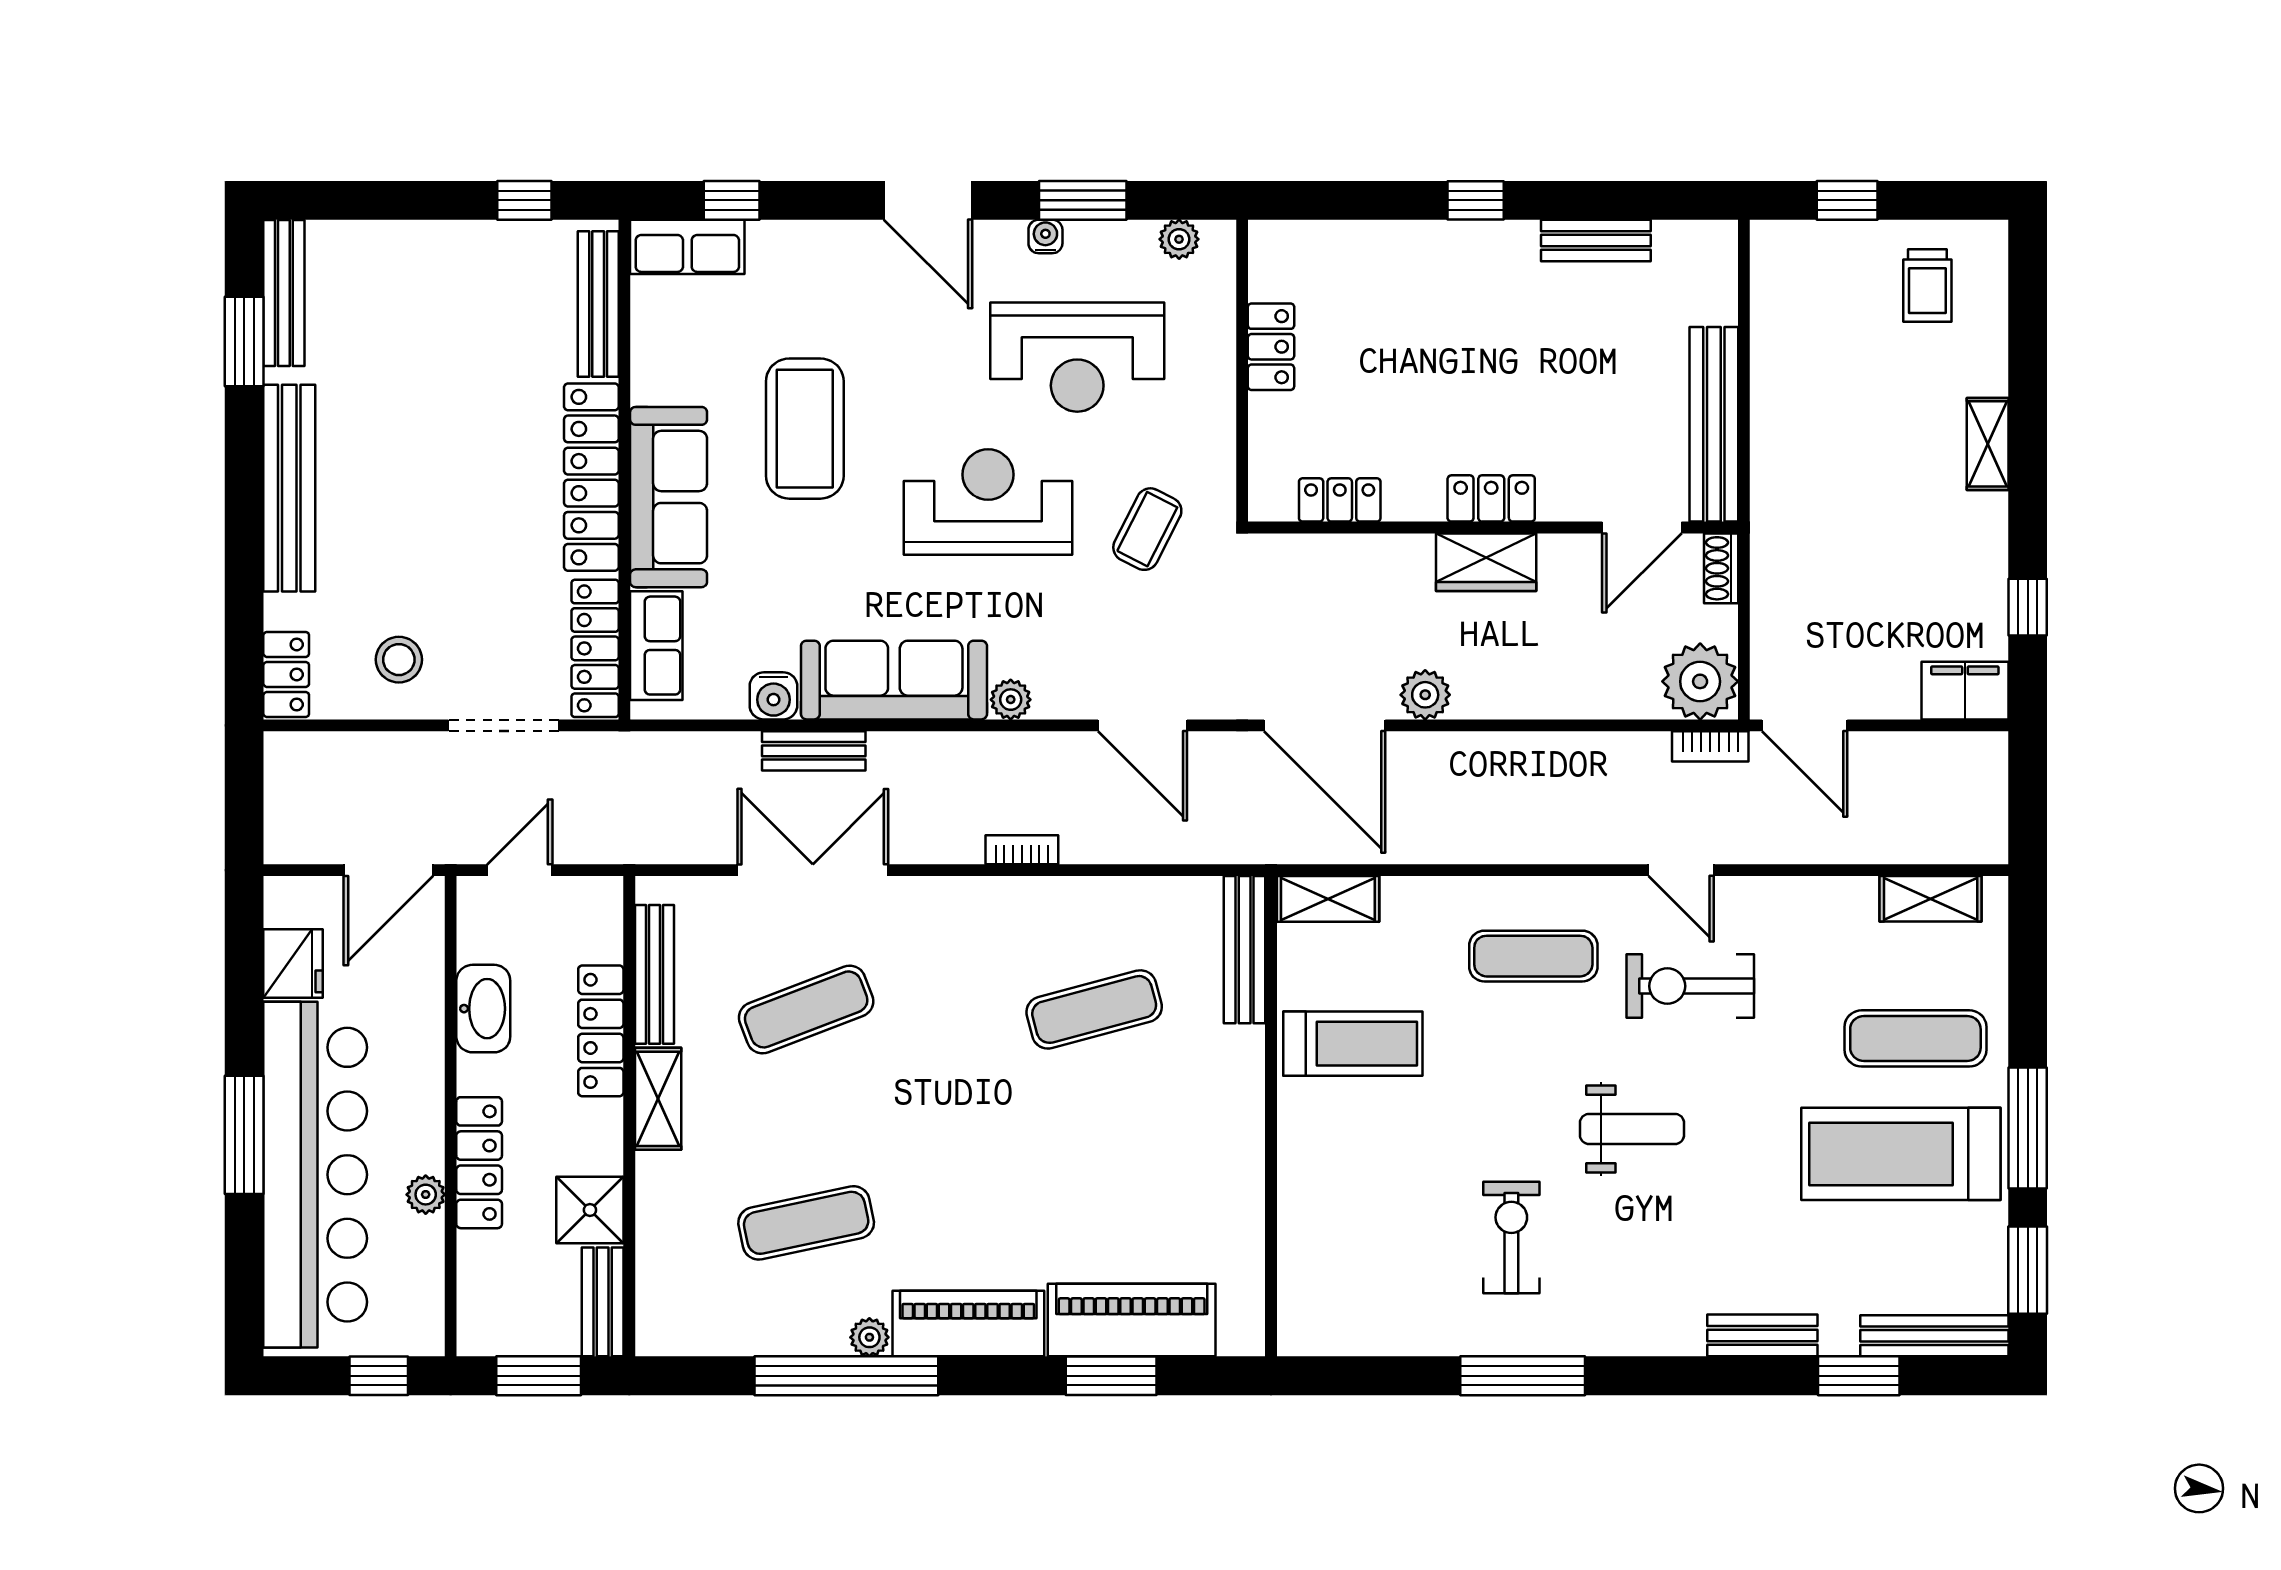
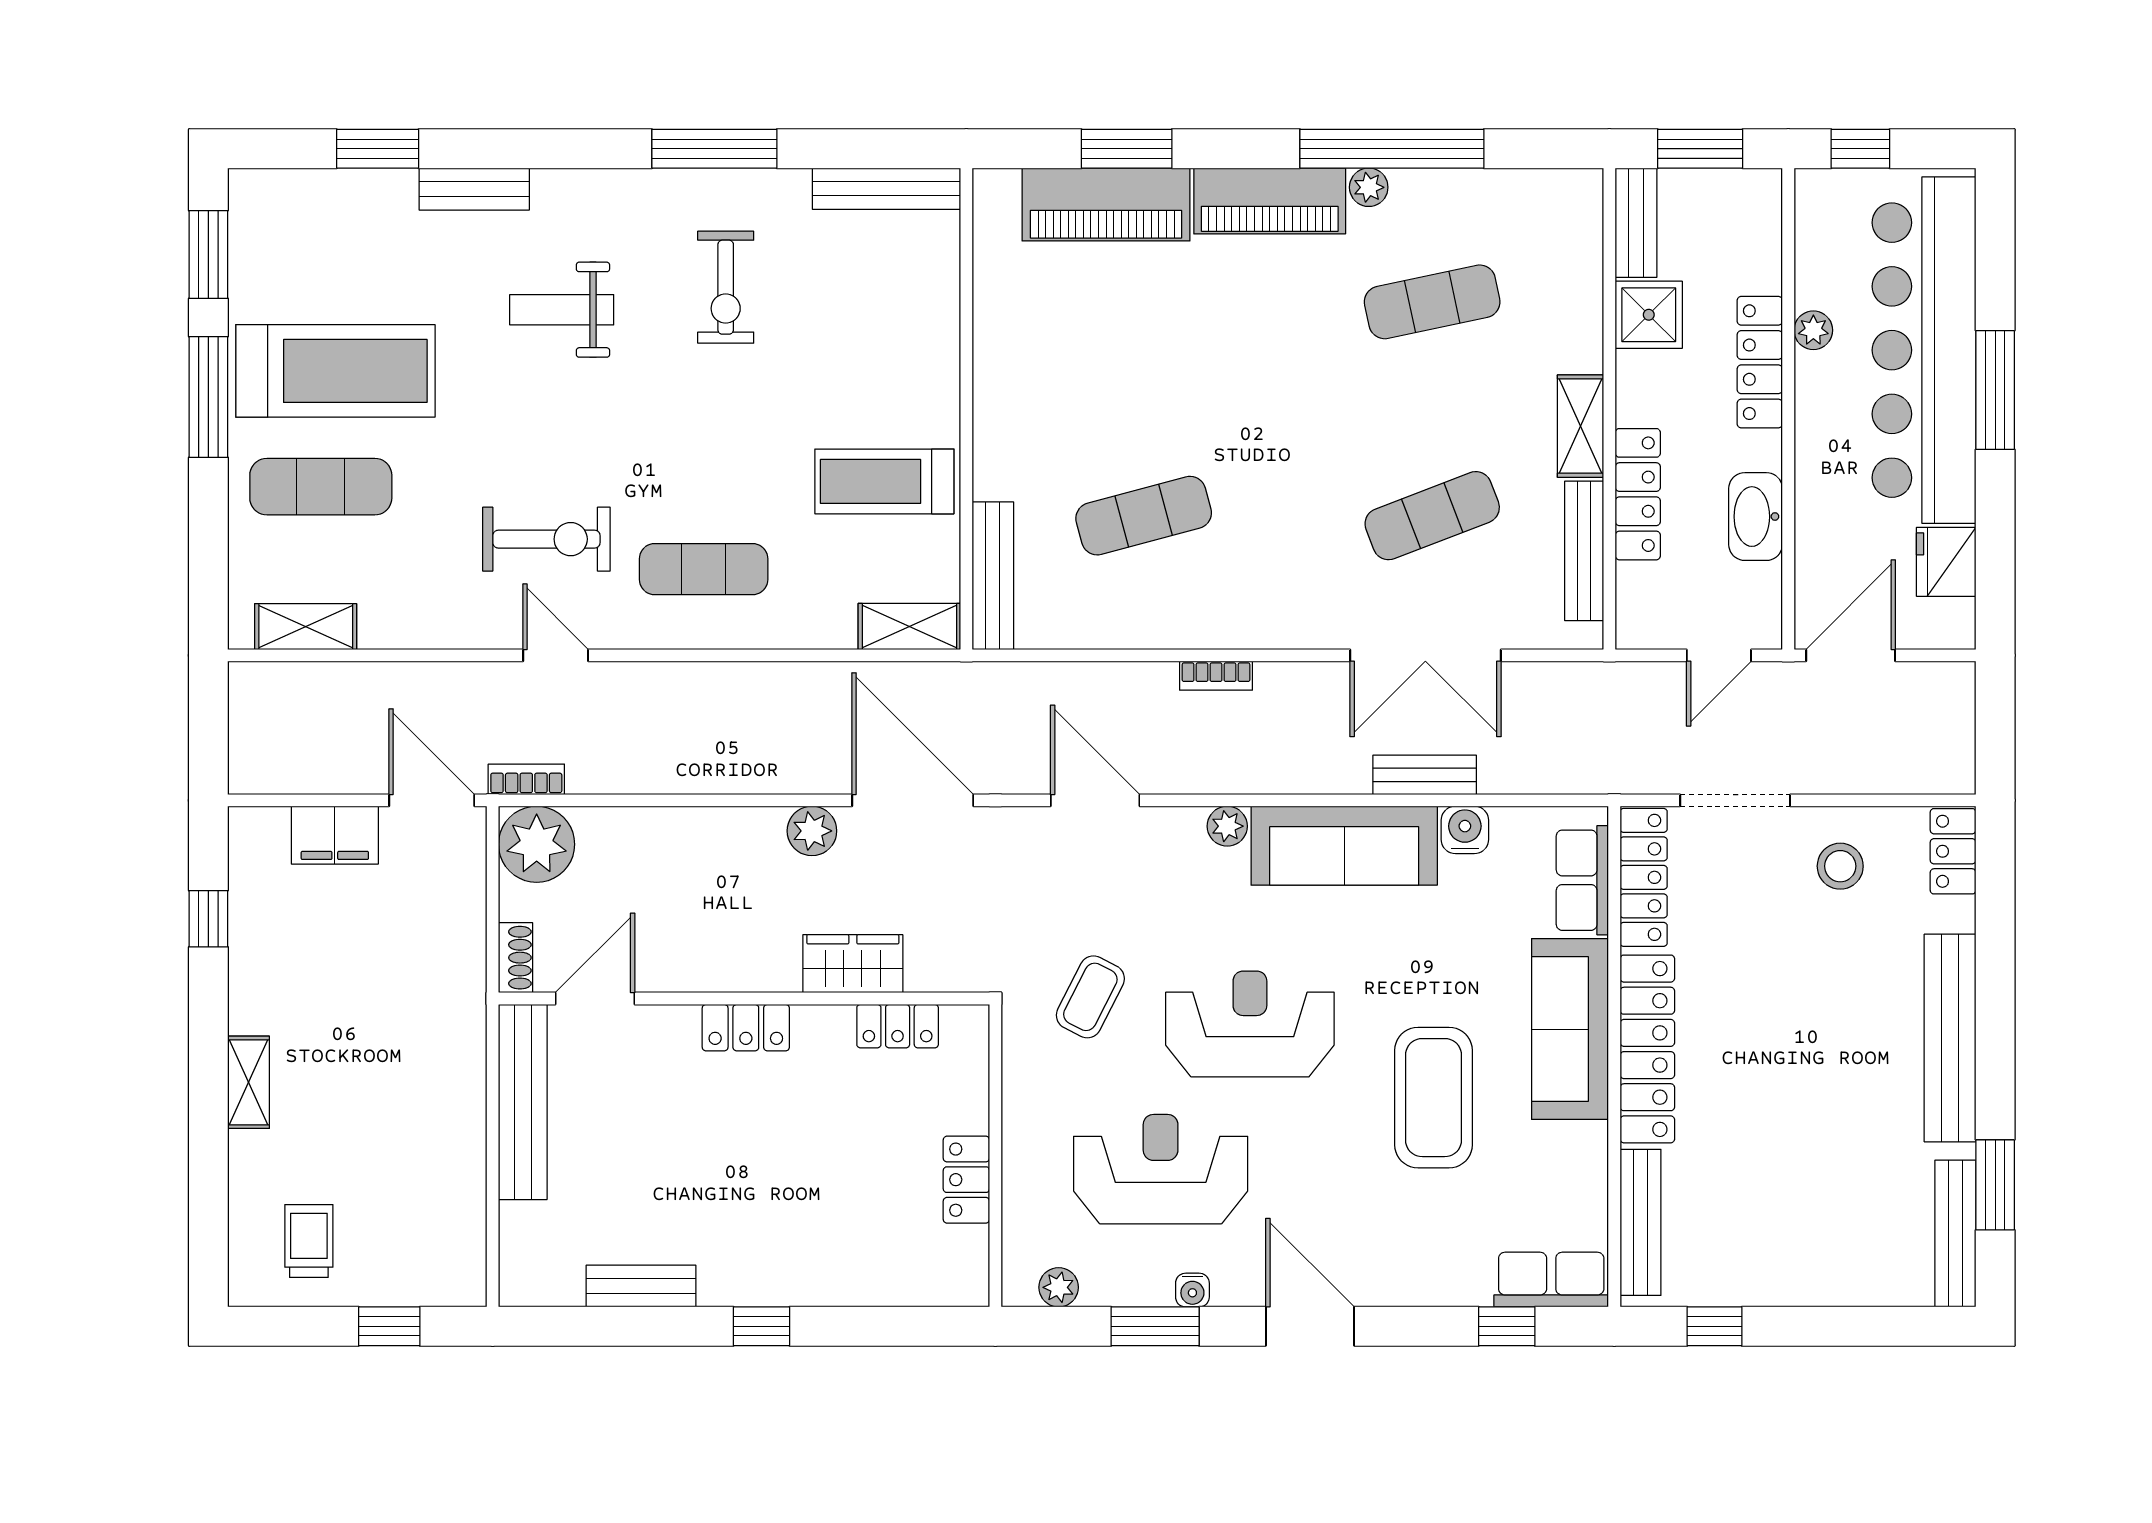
reception desk: (988, 502) -> (1250, 1024), turned 180
wardrobe: (1486, 562) -> (853, 964), moved
filing cabinet: (1965, 691) -> (335, 835), moved
weight bench: (1632, 1129) -> (562, 310), moved
bench: (1934, 1336) -> (887, 189), moved

